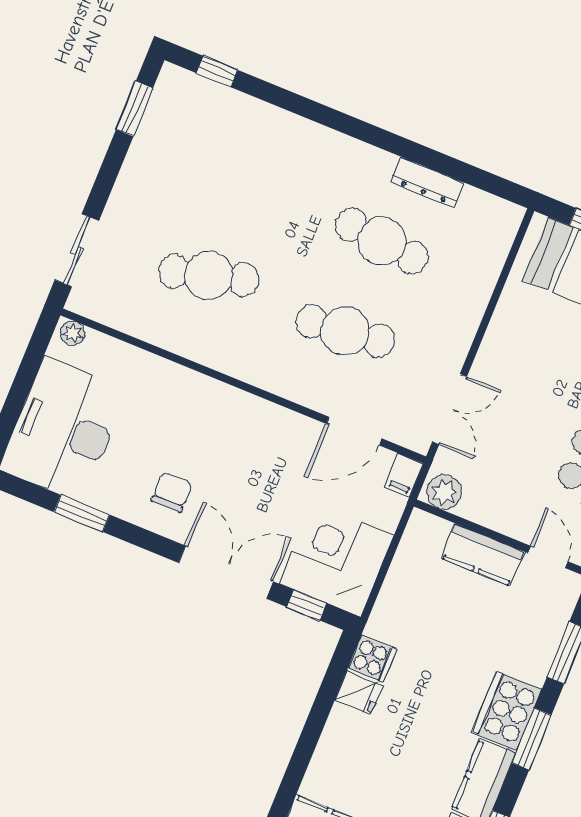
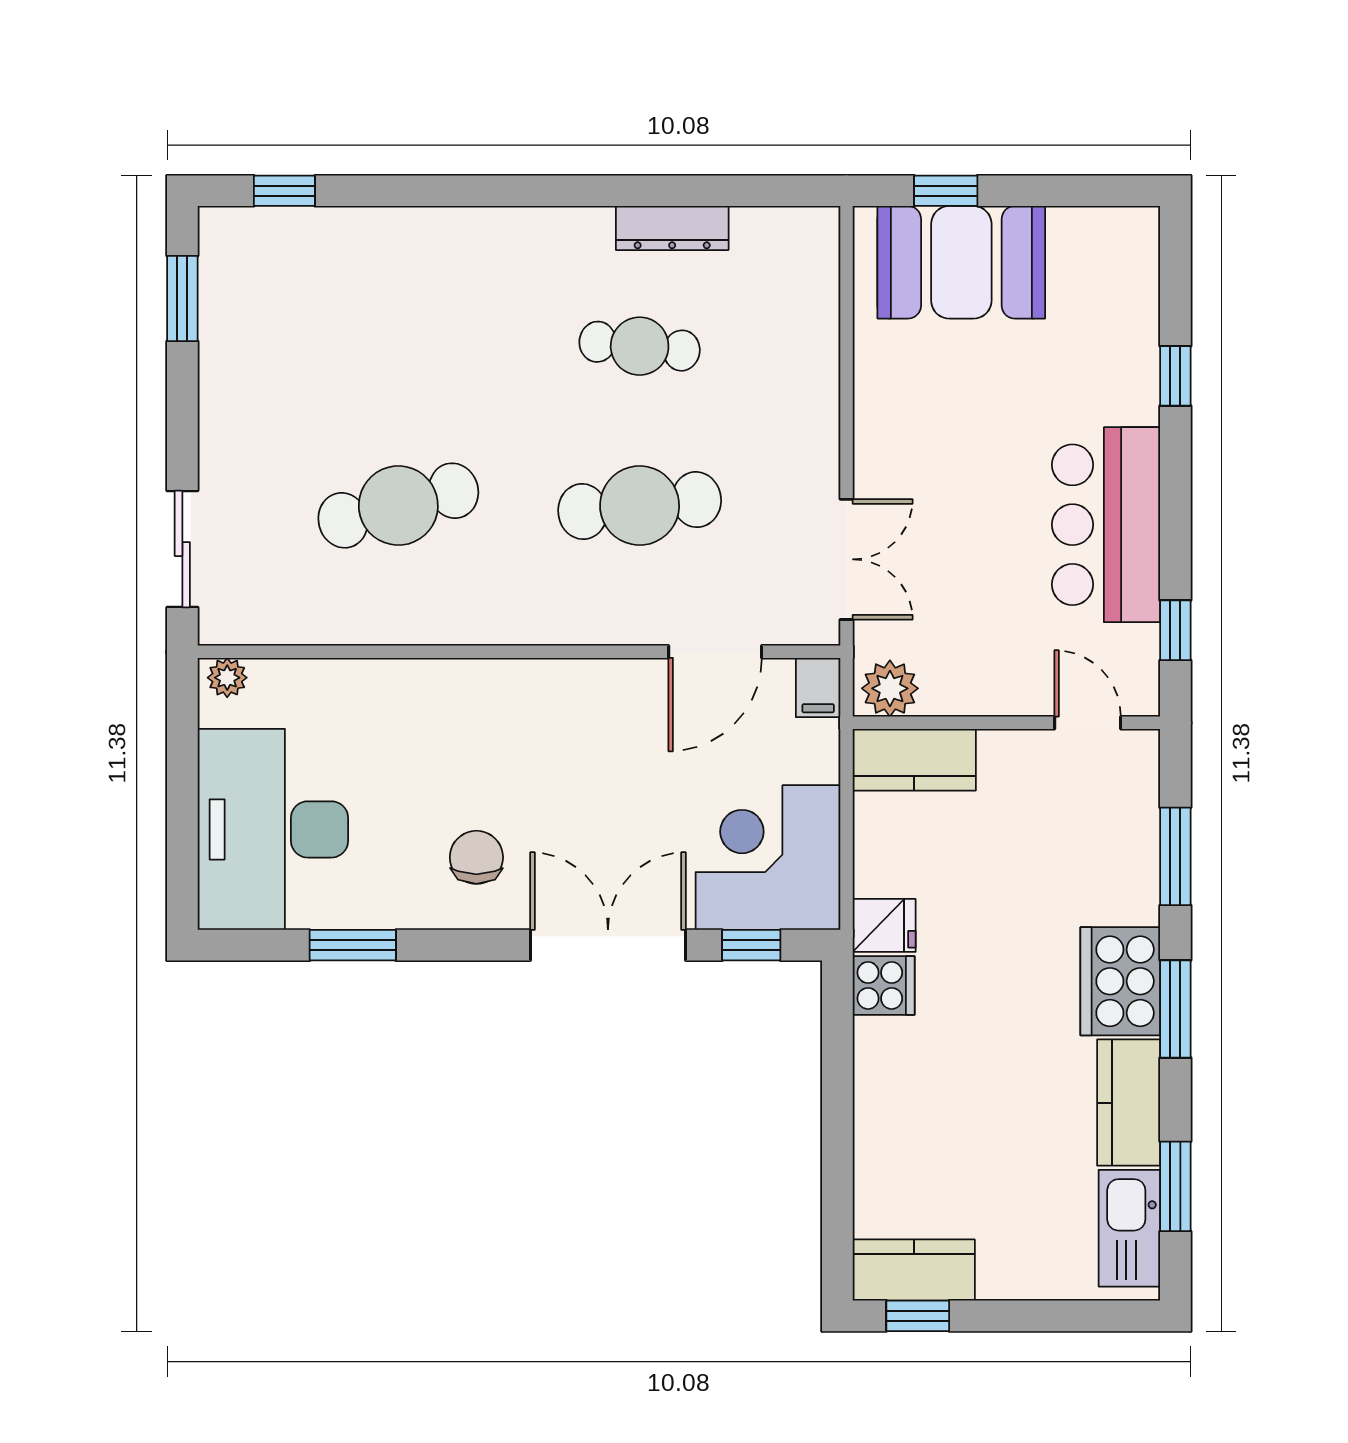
cafe table: (382, 241) -> (640, 346), width x0.73, depth x0.74
kitchen counter: (482, 555) -> (914, 760), moved
fridge: (359, 692) -> (884, 925), moved

